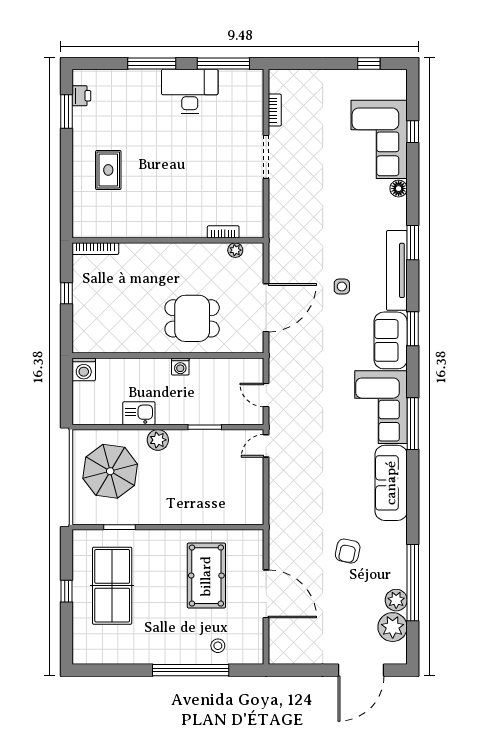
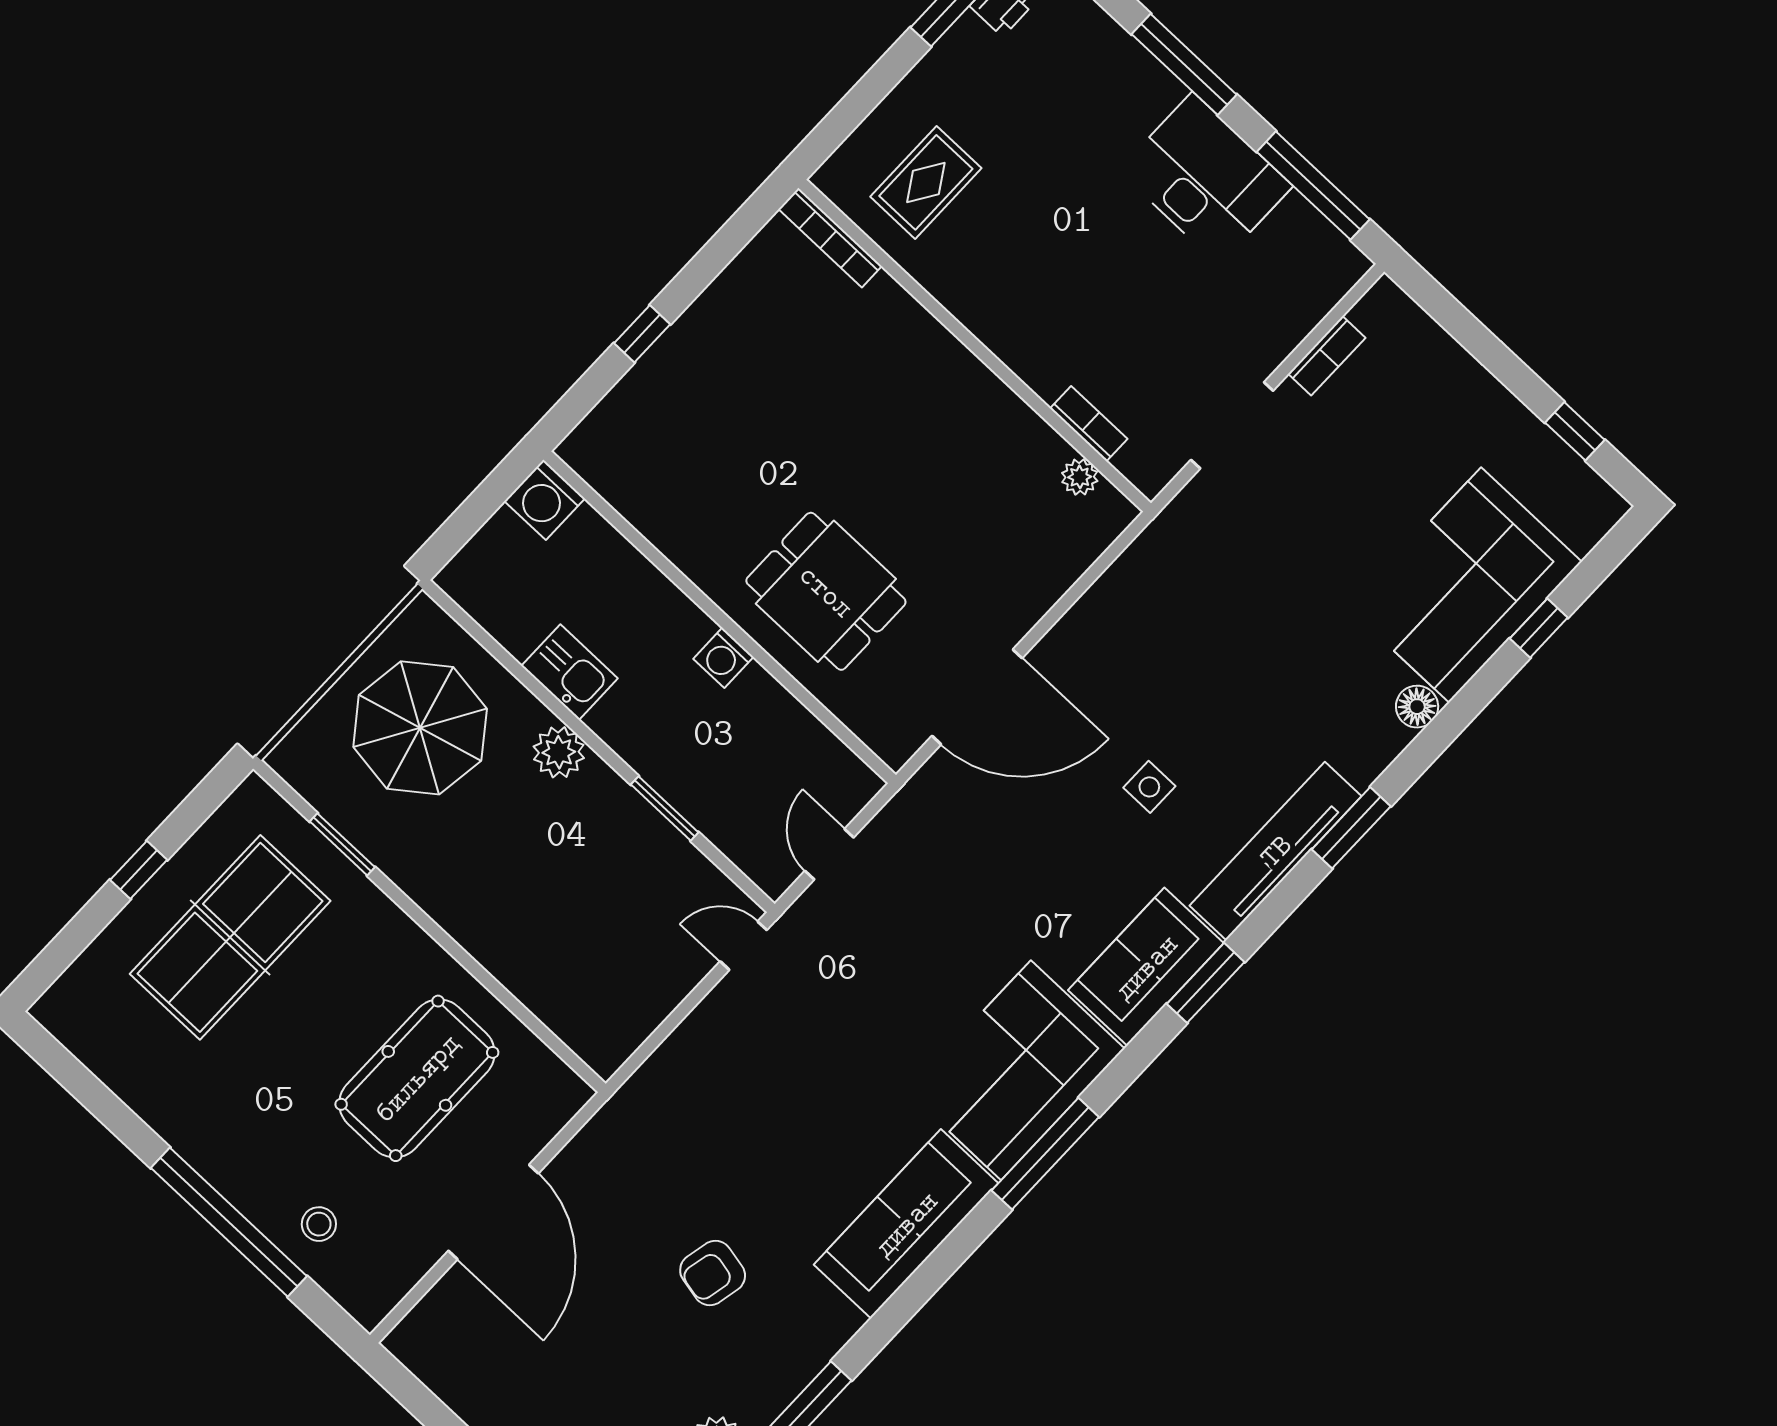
bookcase: (223, 232) -> (1089, 424), moved
wall: (168, 240) -> (975, 346), moved
bookcase: (95, 249) -> (830, 238), moved
plant: (235, 250) -> (1080, 477), moved

